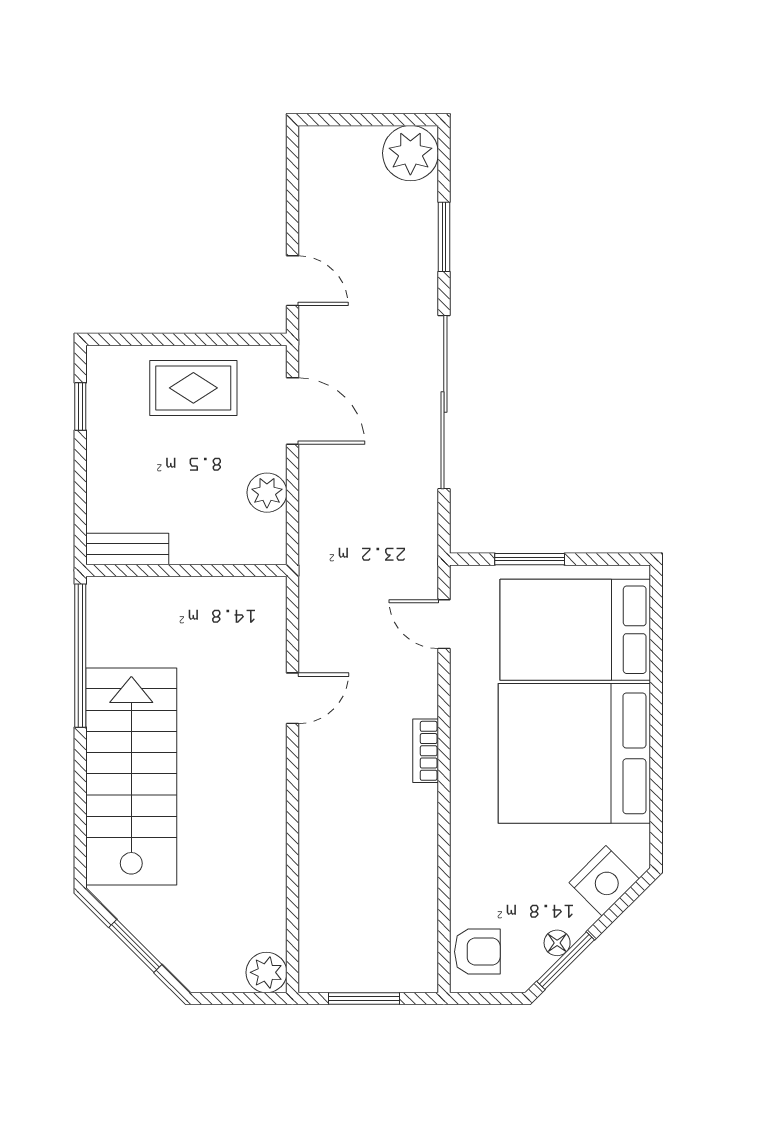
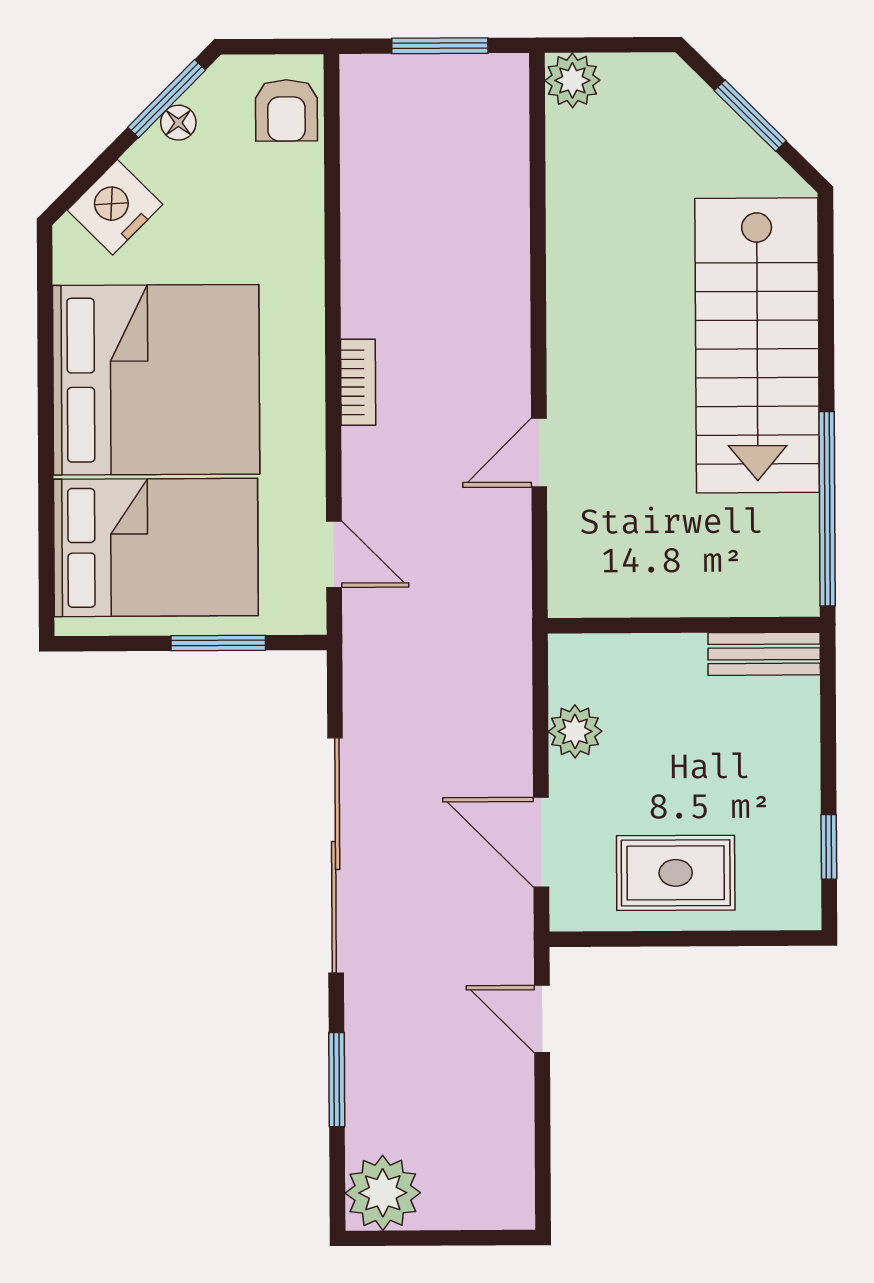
armchair: (477, 952) -> (286, 110), turned -90

